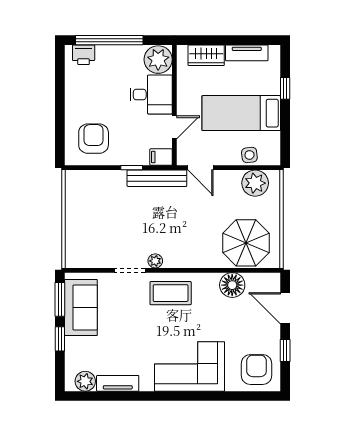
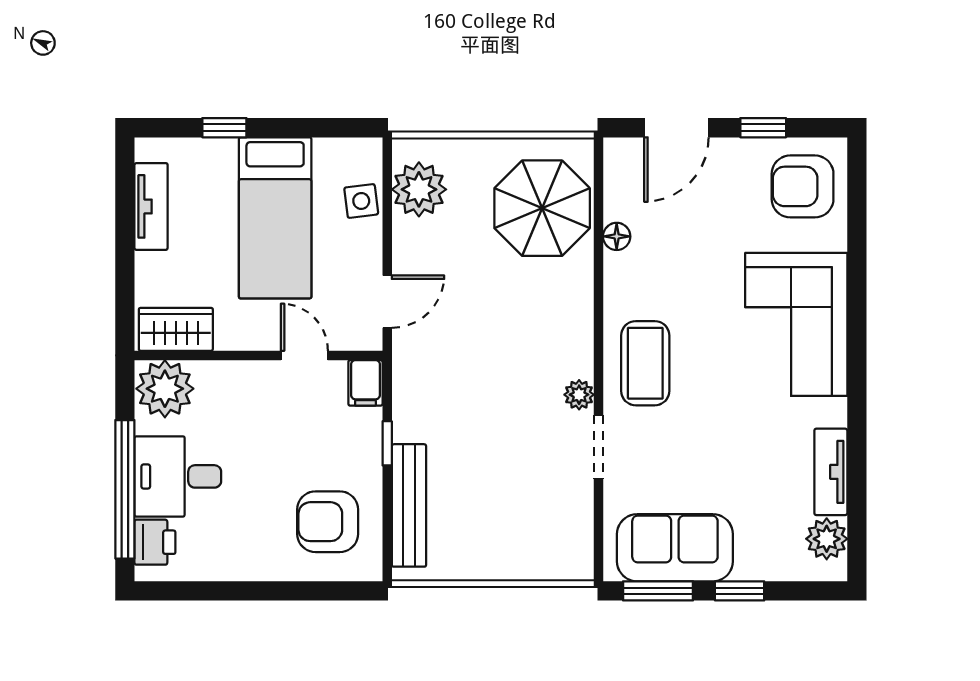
wardrobe: (206, 55) -> (176, 329), moved, turned -90
desk: (151, 94) -> (178, 476), moved, turned -90
bench: (157, 178) -> (409, 505), moved
floor lamp: (232, 285) -> (617, 236), width x0.53, depth x0.53

